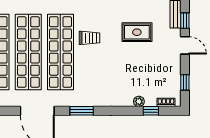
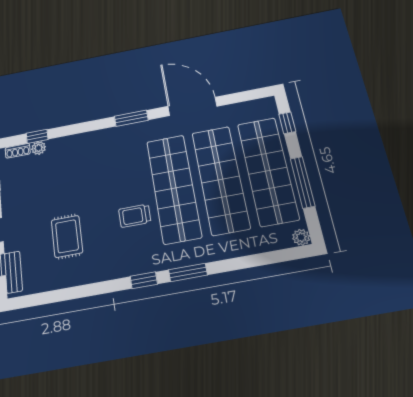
rug: (137, 32) -> (67, 236), turned 90
plant: (139, 101) -> (39, 148), moved

